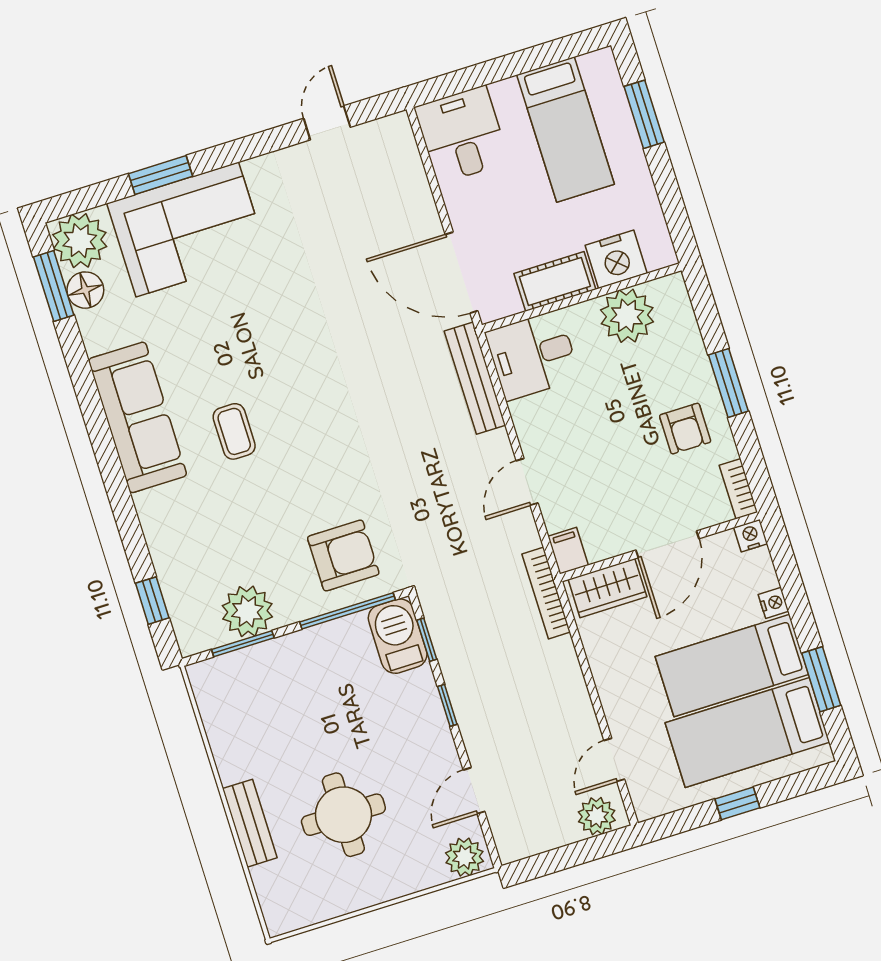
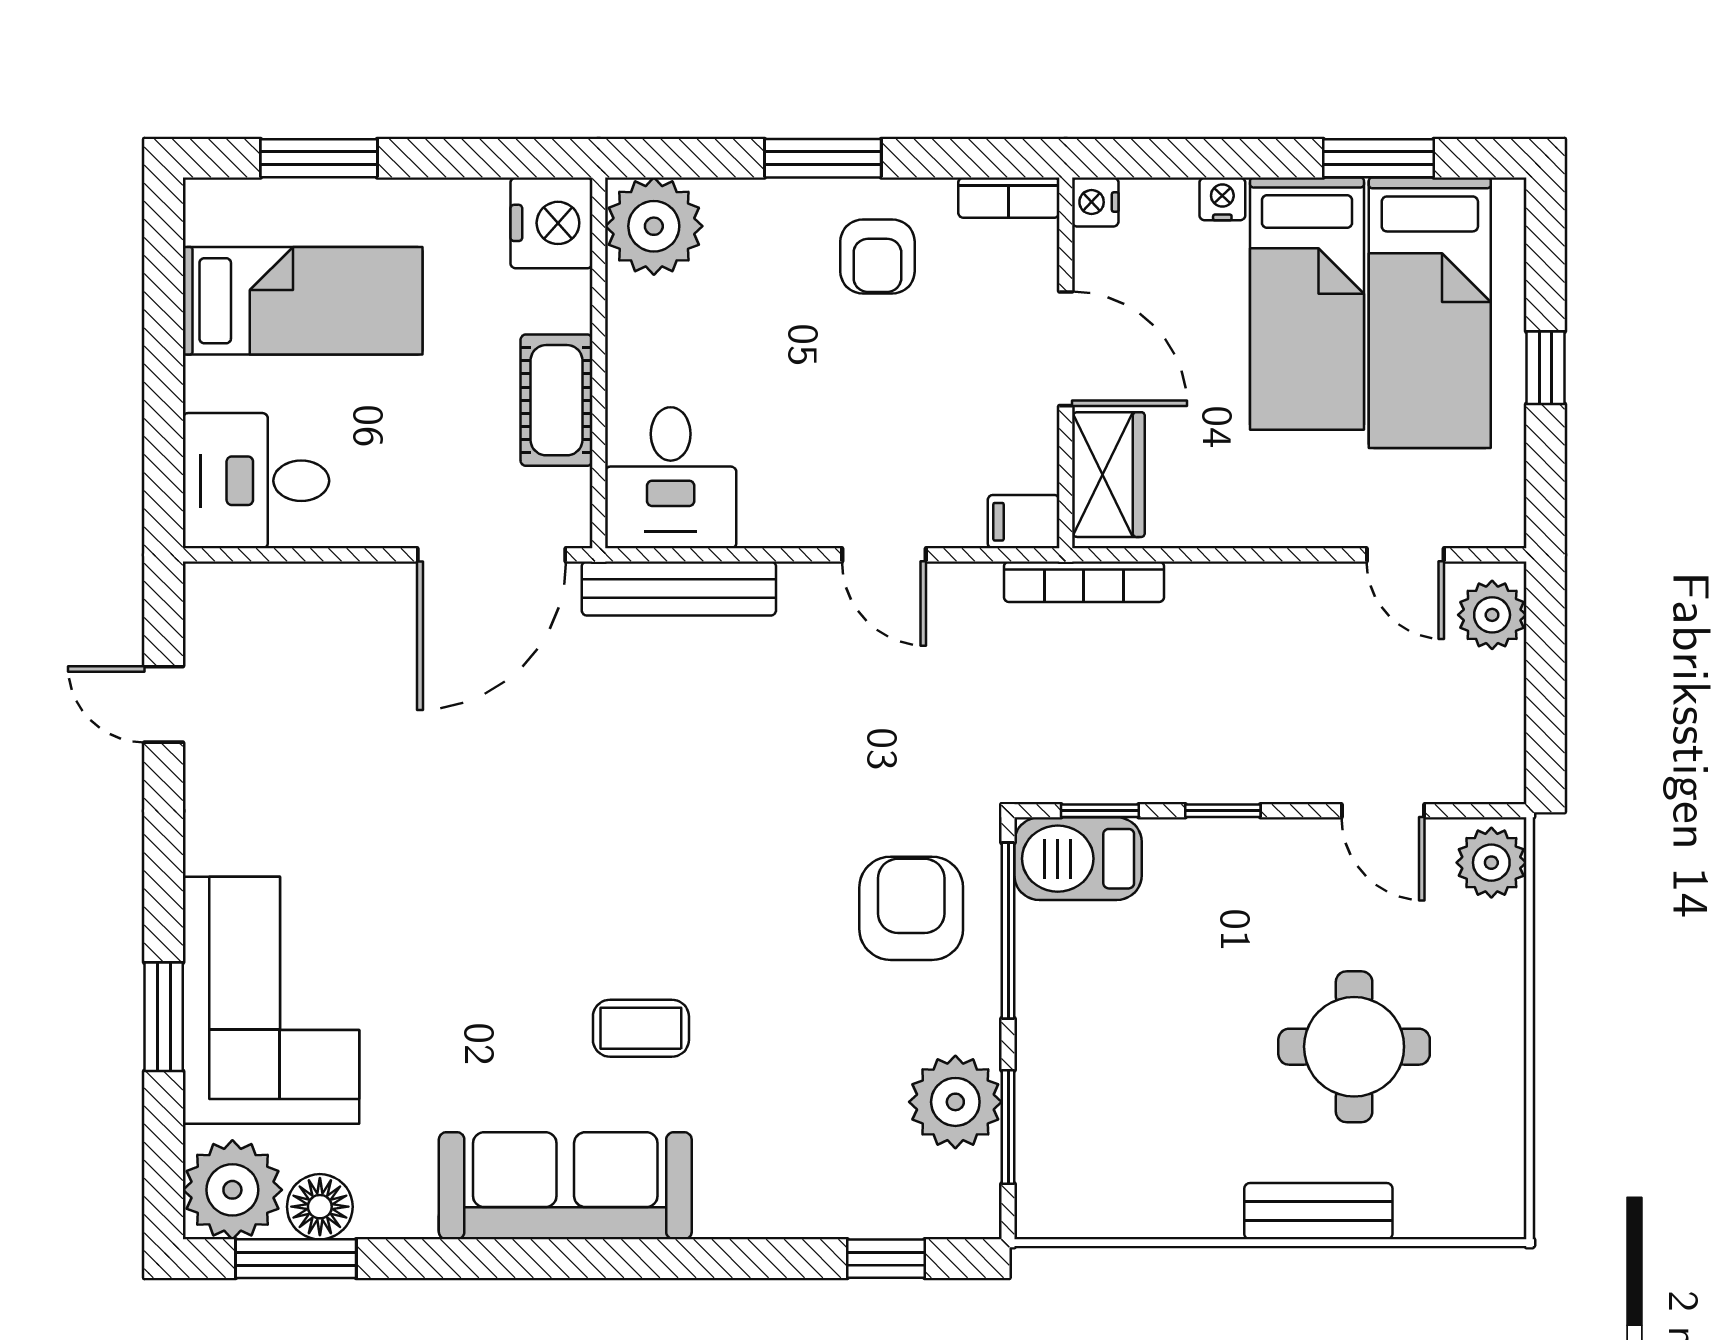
nightstand: (616, 259) -> (551, 223), moved
plant: (627, 316) -> (654, 226), moved
armchair: (685, 429) -> (877, 256), turned 90

